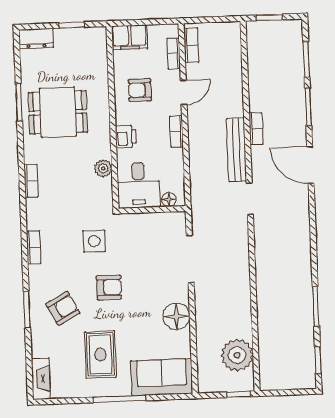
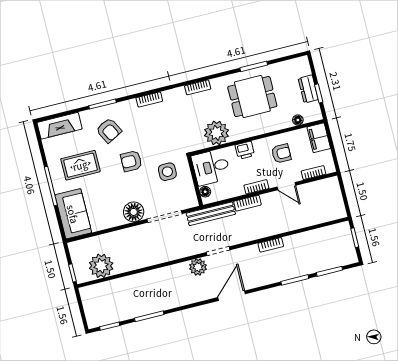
dresser: (36, 38) -> (308, 89), moved
bookcase: (191, 45) -> (247, 203), moved
floor lamp: (101, 59) -> (298, 120), added
armchair: (140, 90) -> (281, 154), turned 90
dining table: (58, 112) -> (252, 97), turned 90
bench: (237, 150) -> (211, 214), moved
door: (310, 165) -> (232, 296), moved
plant: (103, 168) -> (217, 133), width x1.88, depth x1.88
plant: (265, 229) -> (198, 267), added
side table: (94, 241) -> (167, 172), moved
armchair: (109, 287) -> (131, 161), turned 90
floor lamp: (176, 316) -> (134, 212), moved
fireplace: (41, 379) -> (60, 126), width x1.37, depth x1.32

